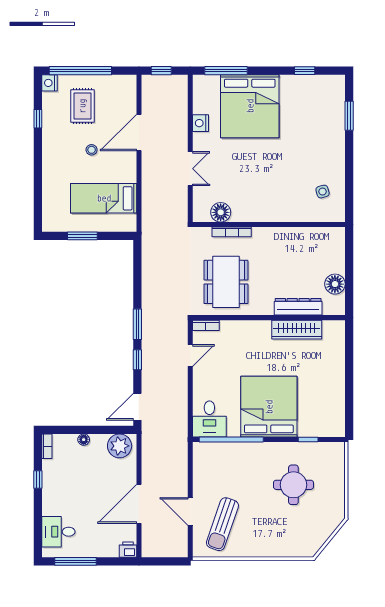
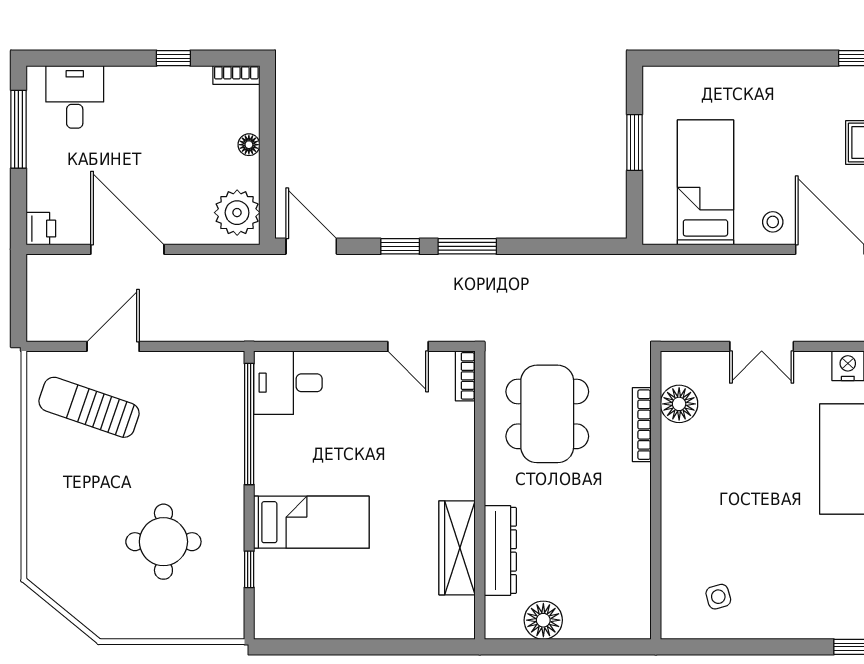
stool: (92, 150) -> (773, 222), moved
dining table: (226, 282) -> (547, 414), turned 90
bed: (269, 407) -> (311, 522), width x0.49

